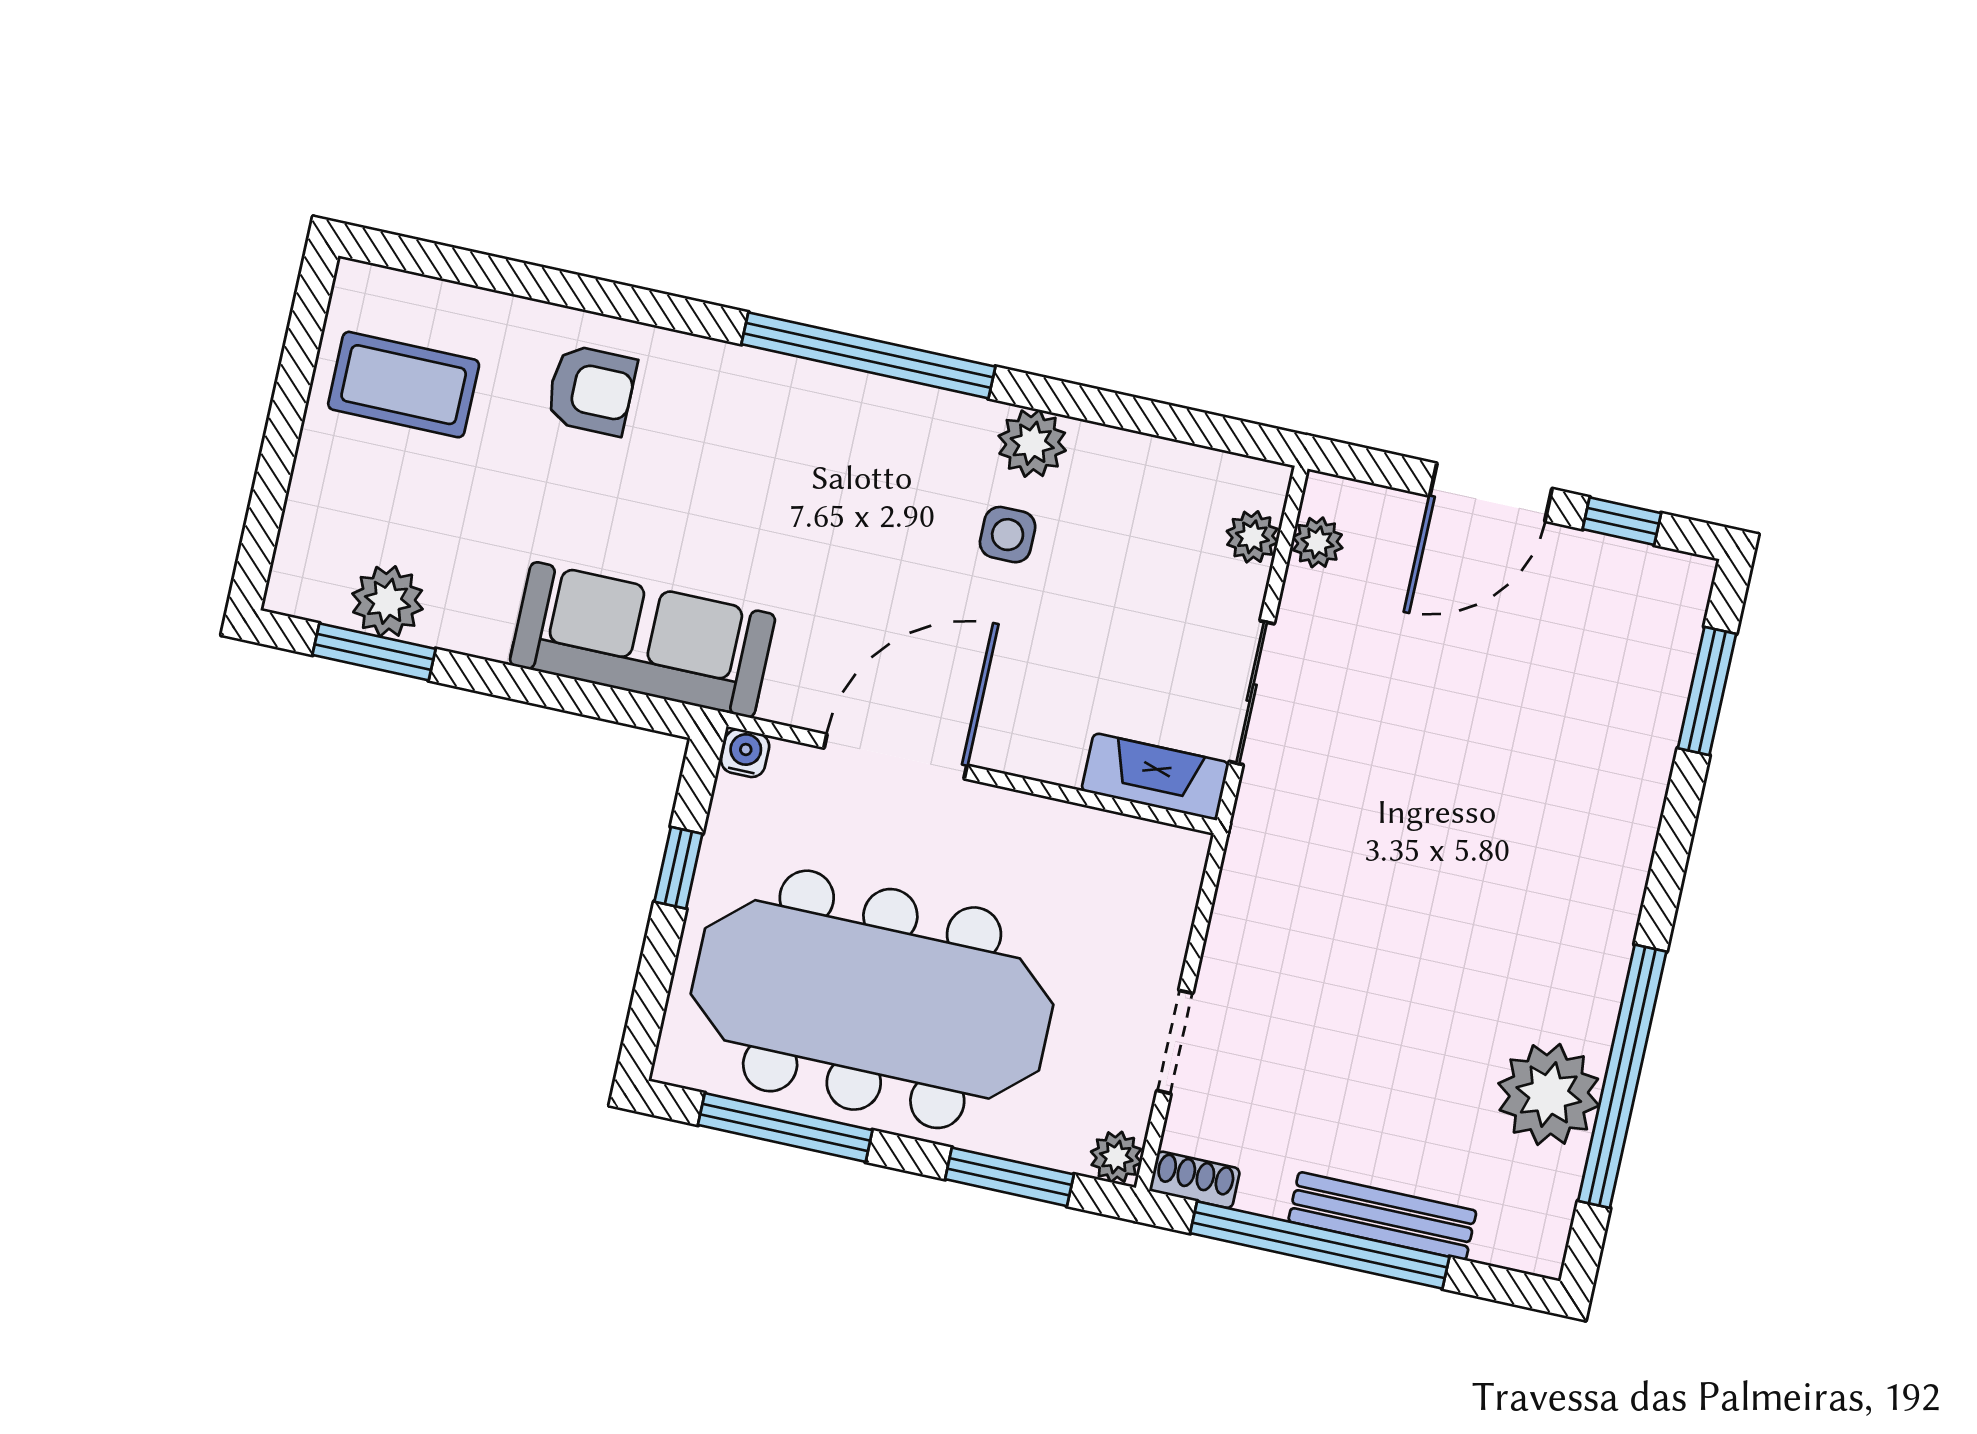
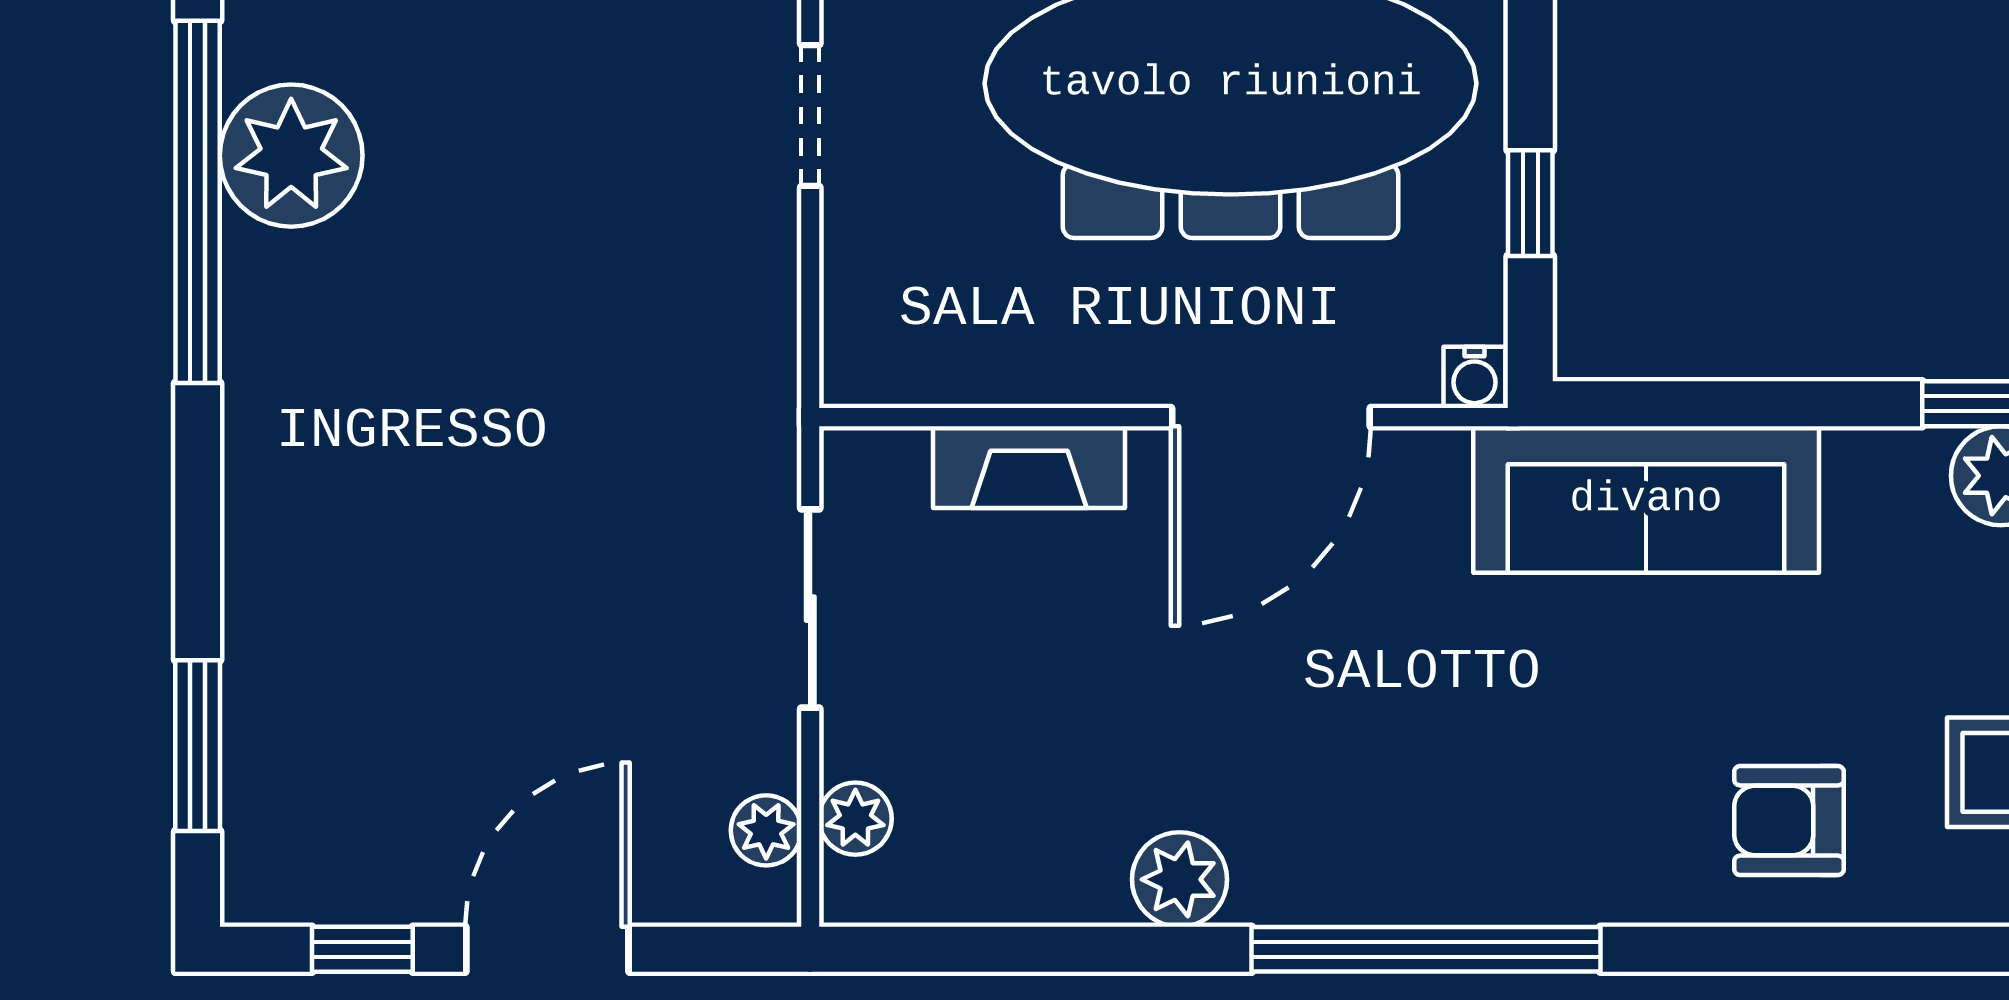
side table: (1008, 535) -> (1186, 749), removed
fireplace: (1155, 777) -> (1029, 467), moved

